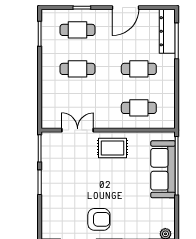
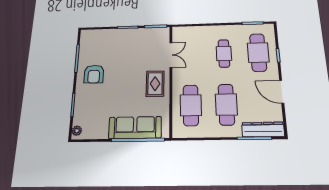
cafe table: (77, 30) -> (258, 52), width x1.37, depth x1.35
cafe table: (139, 69) -> (226, 105), width x1.37, depth x1.35
cafe table: (139, 108) -> (191, 105), width x1.37, depth x1.35

